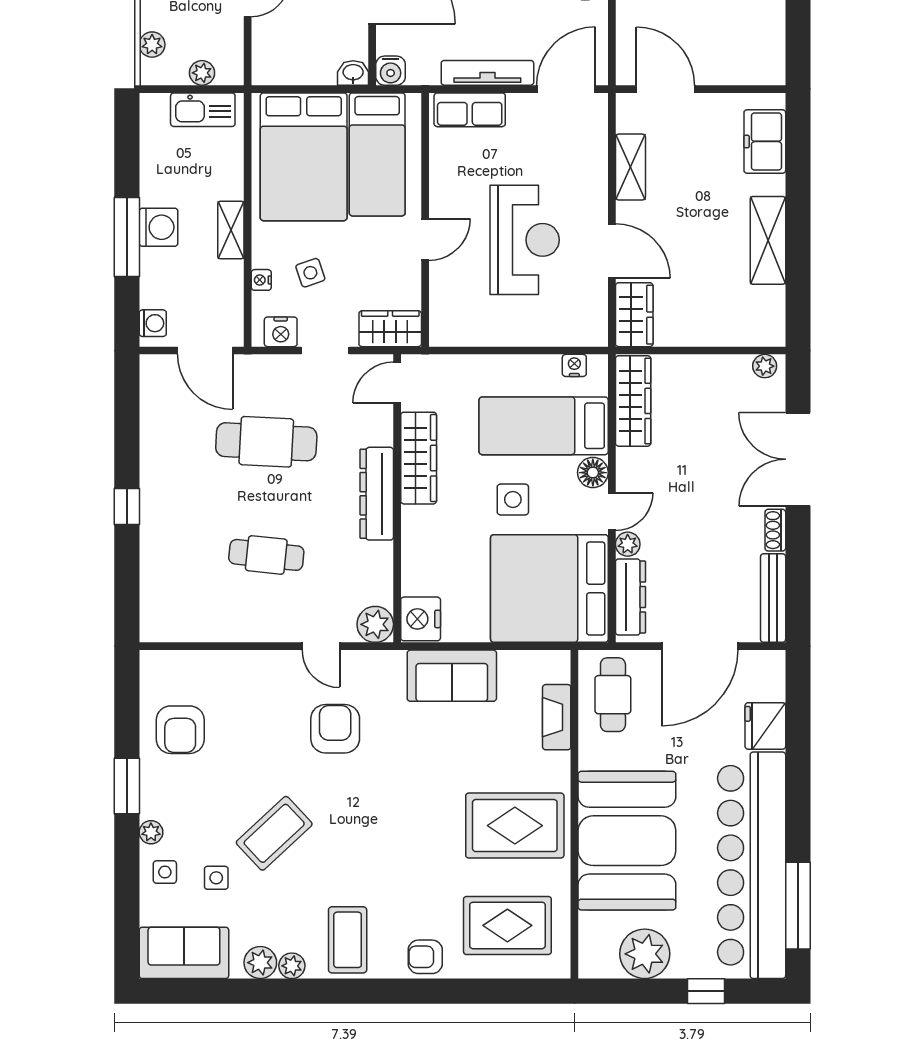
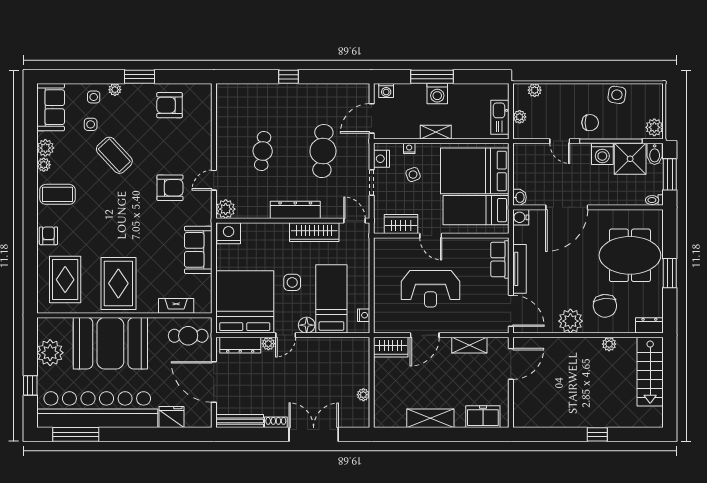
wardrobe: (390, 329) -> (401, 224), moved, turned -90
plant: (765, 366) -> (363, 395), moved
wardrobe: (633, 401) -> (345, 347), removed
door: (612, 512) -> (286, 335), hinge flipped

